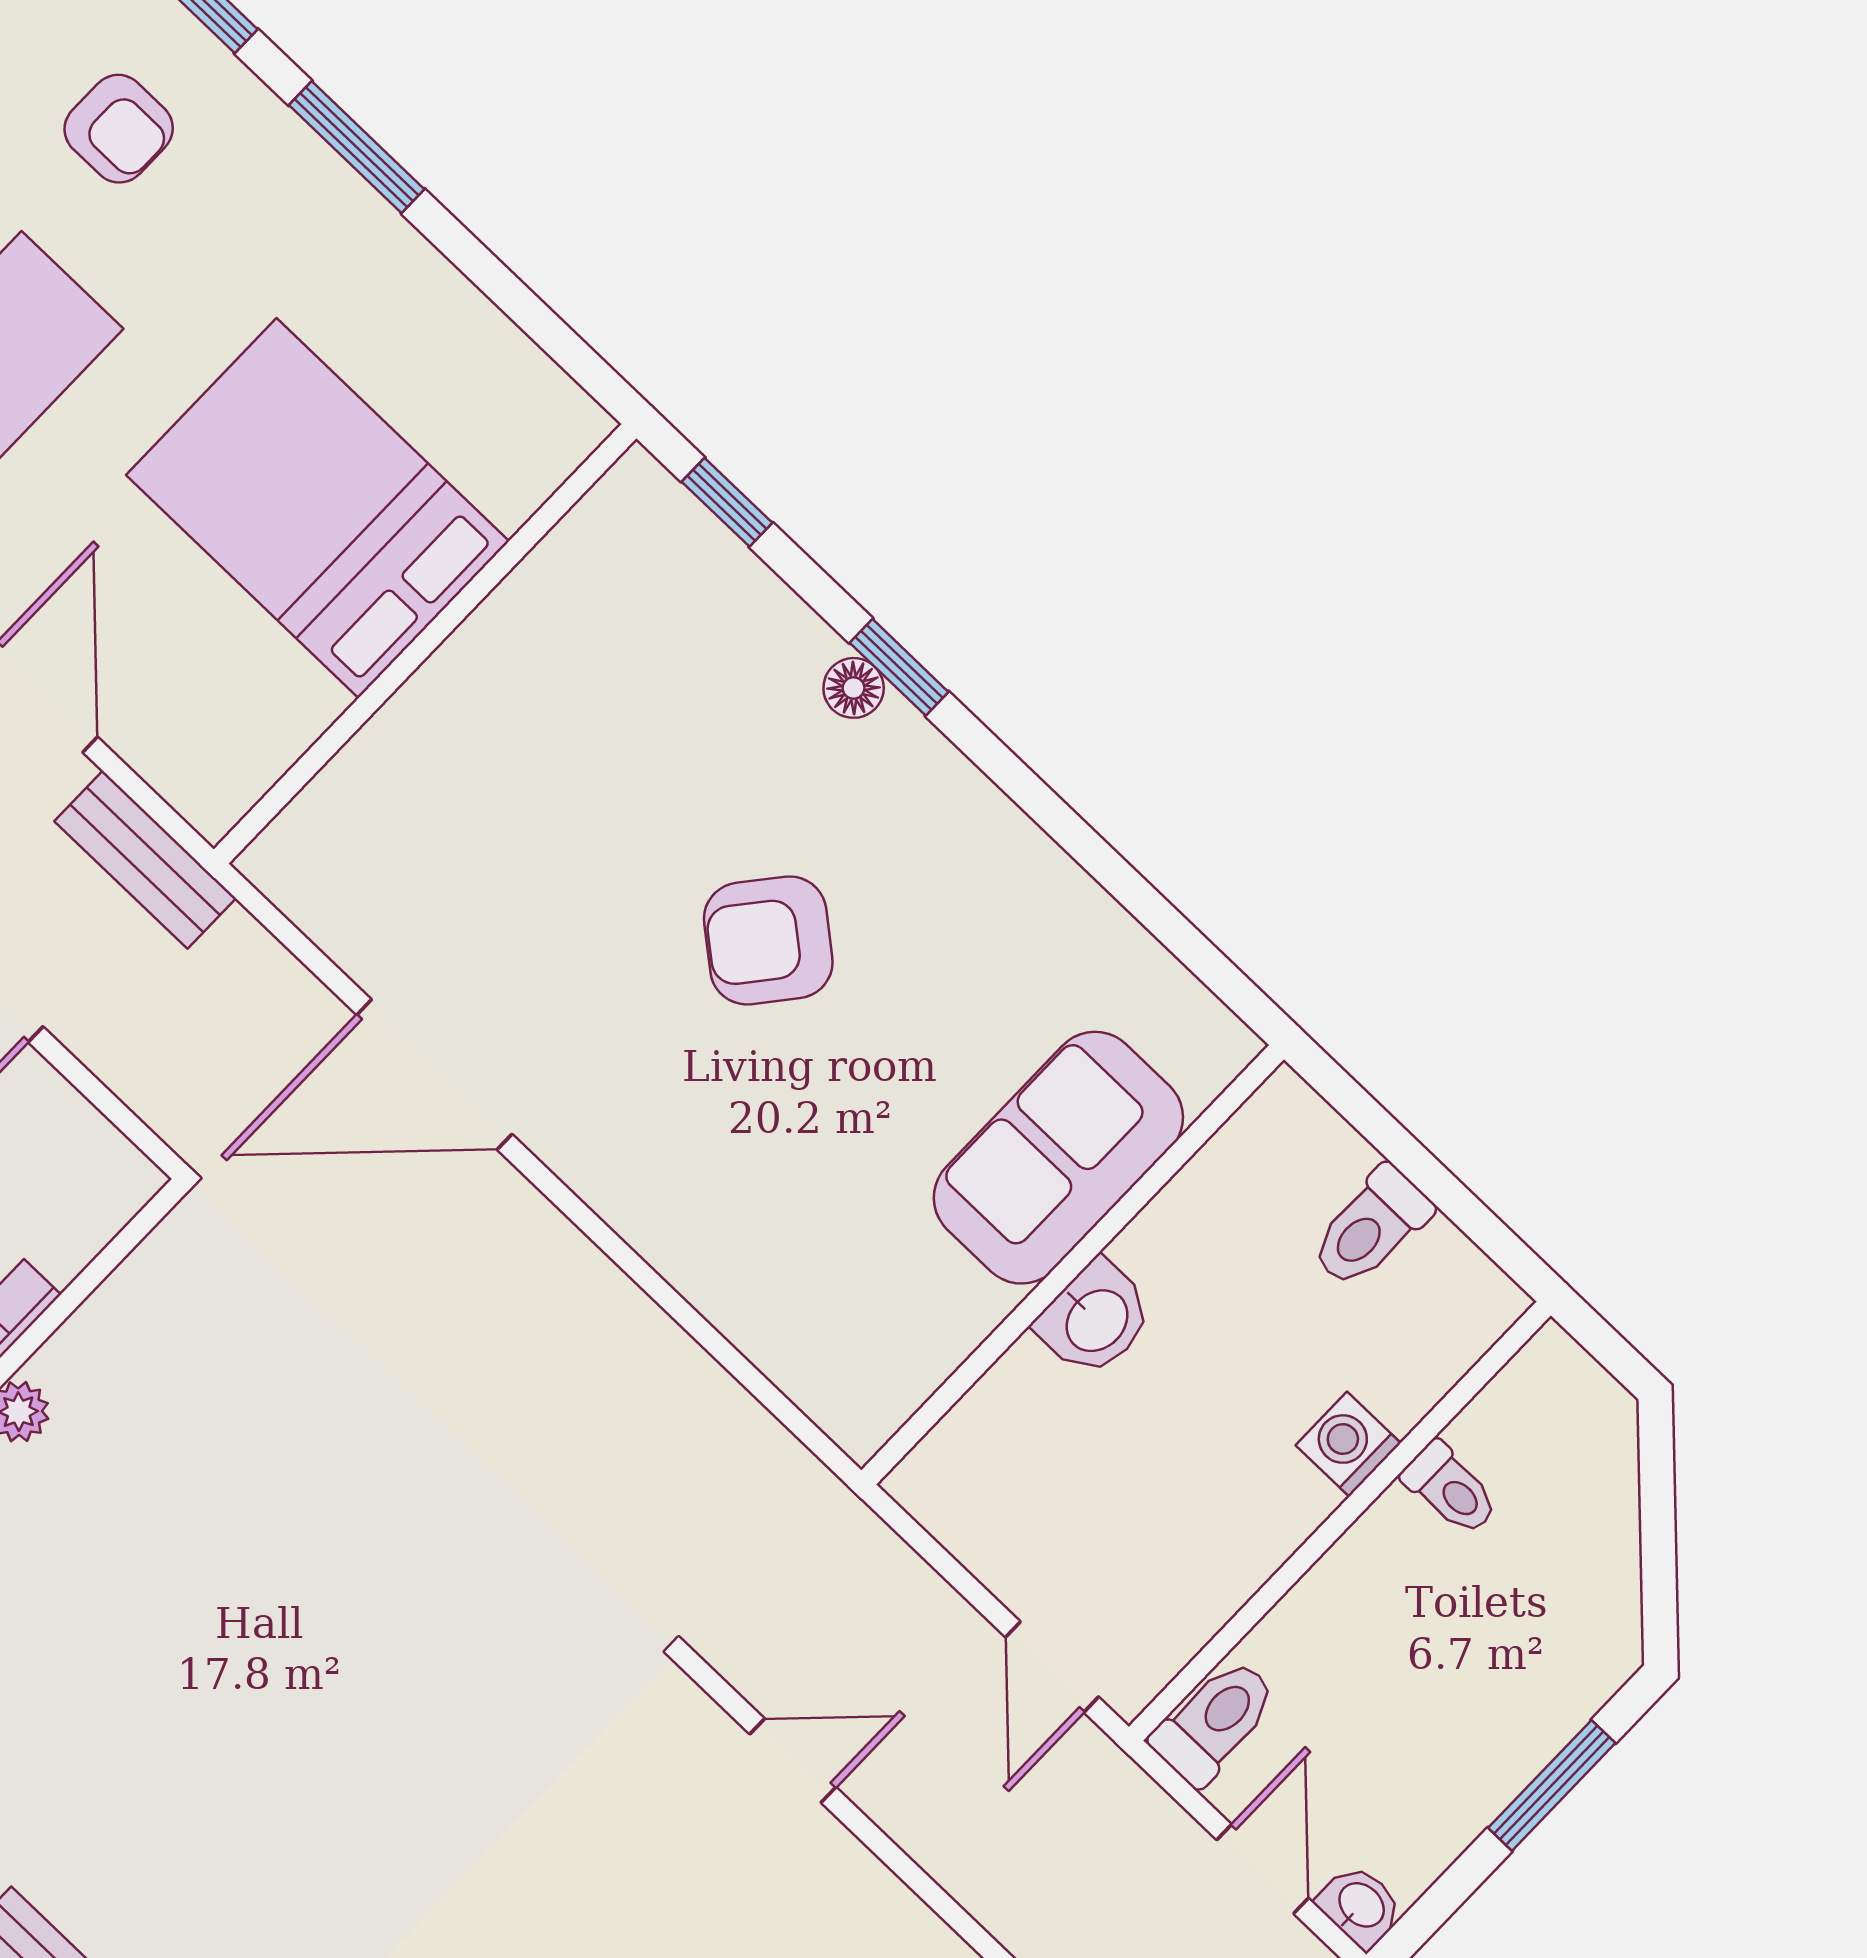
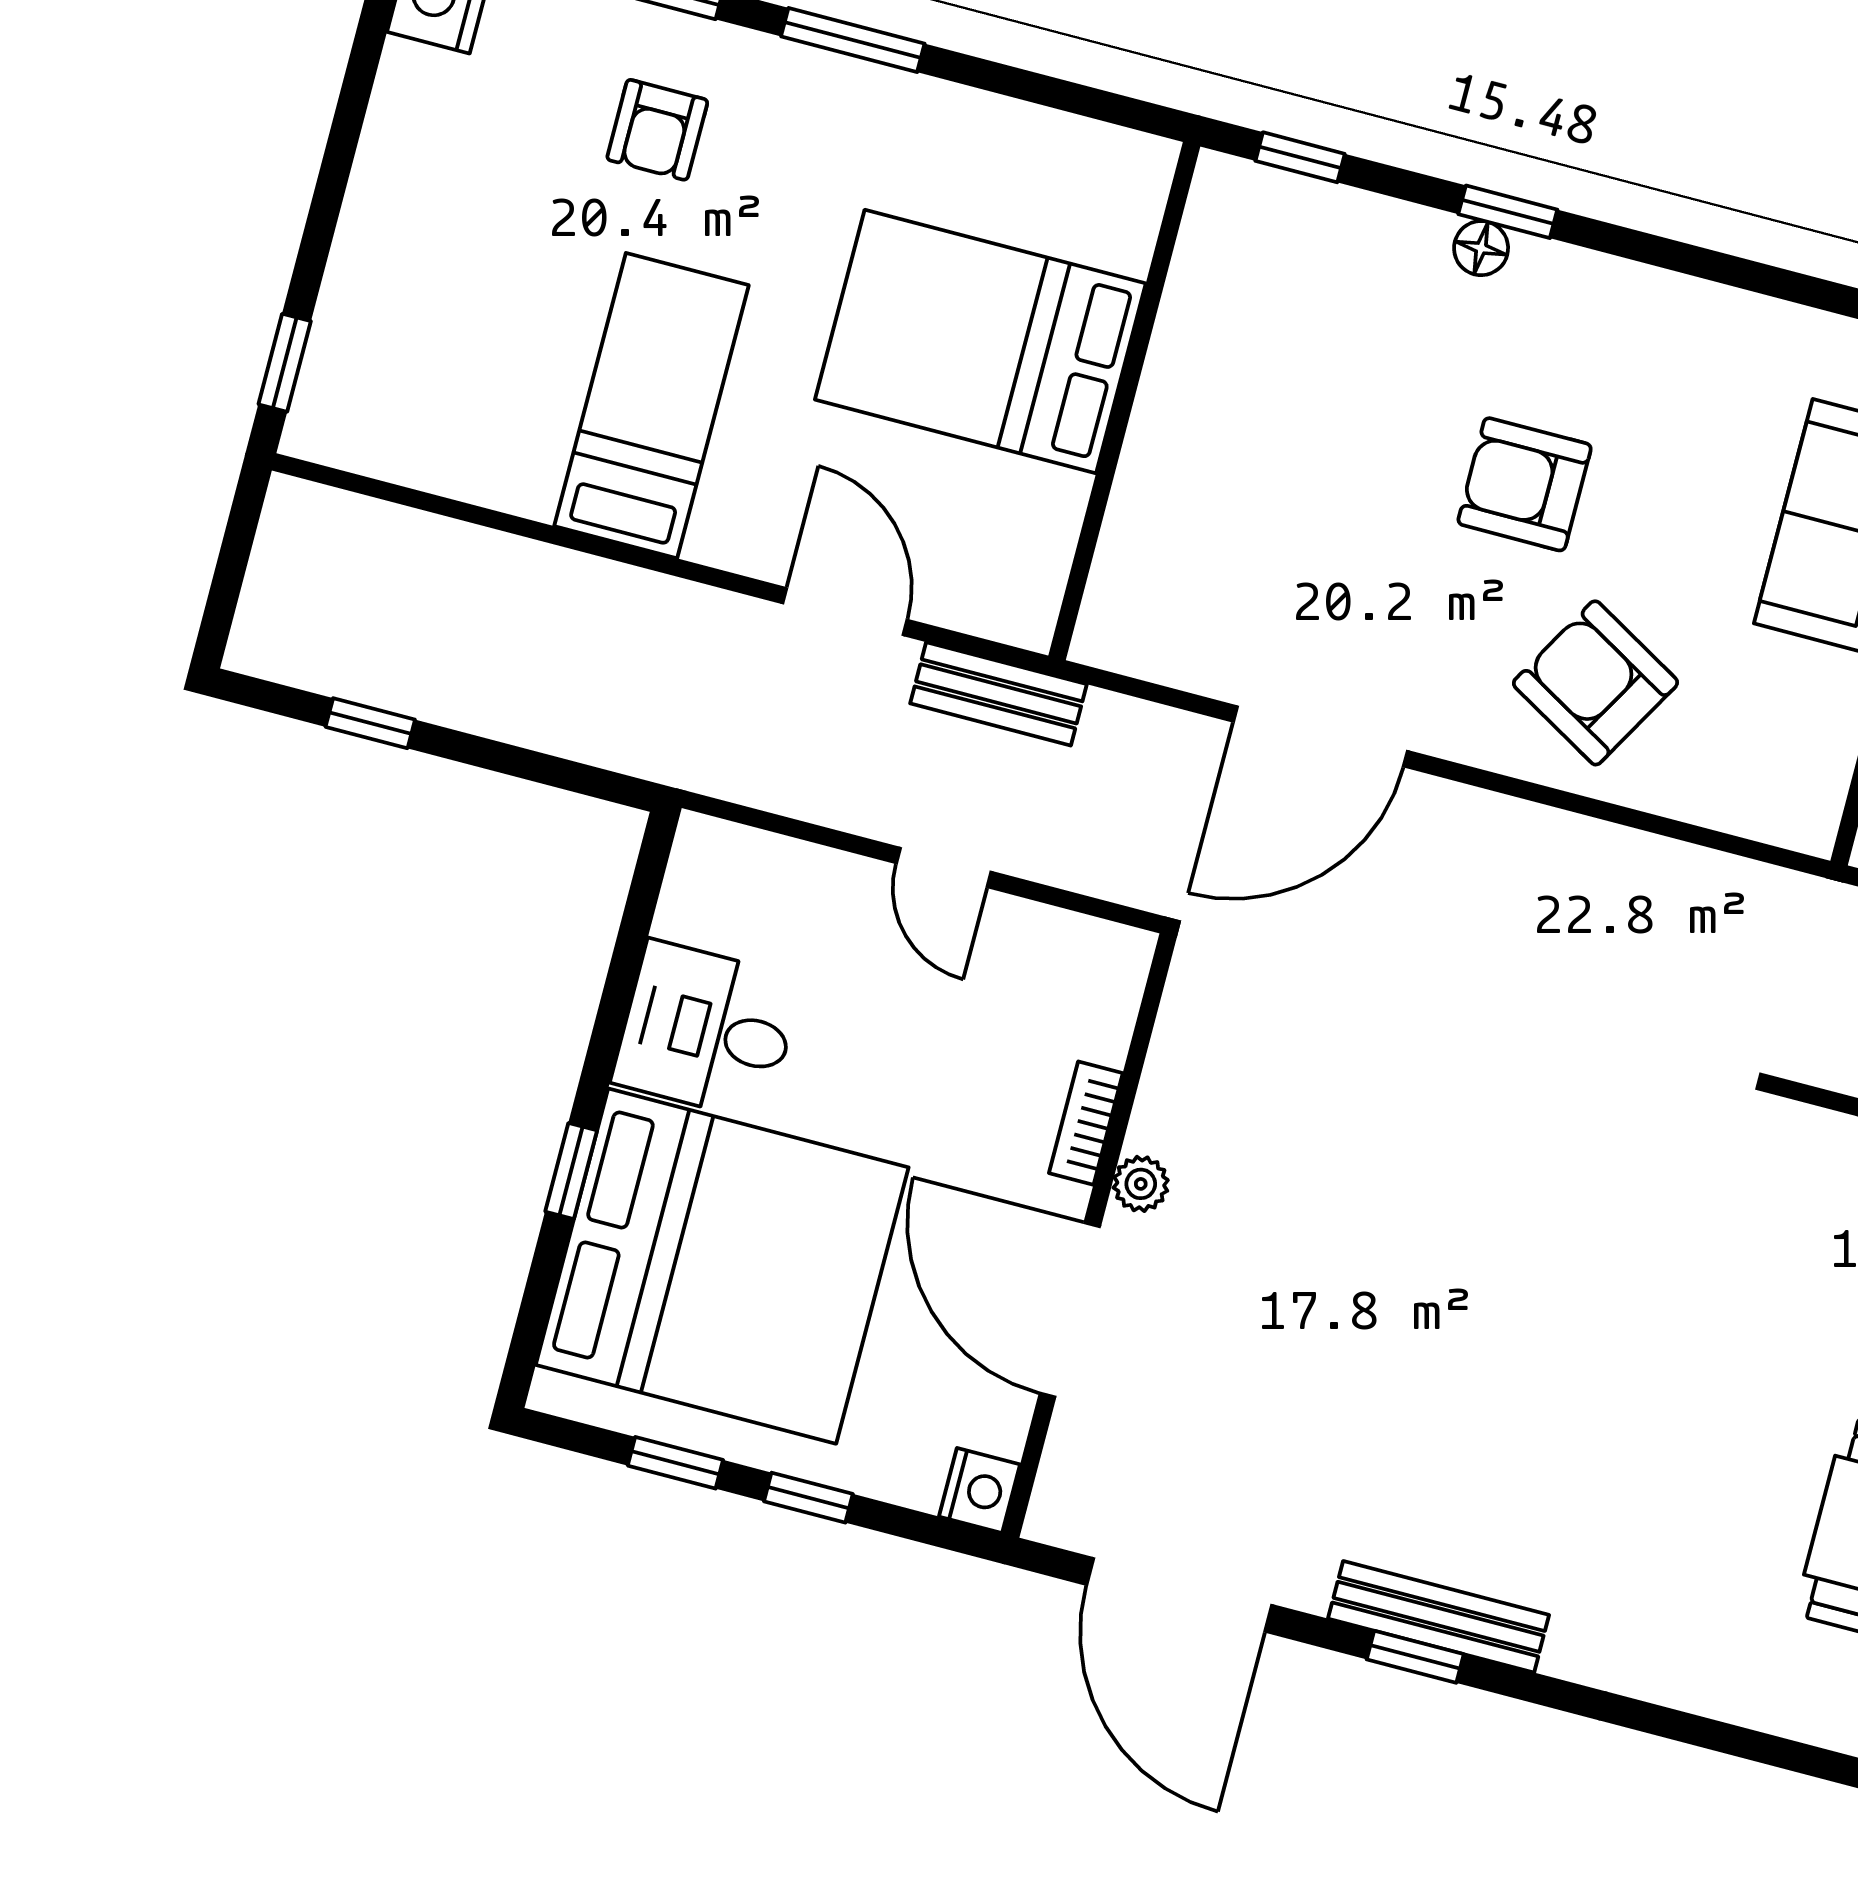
armchair: (119, 129) -> (657, 130), turned 90
armchair: (768, 940) -> (1525, 484), turned 51
armchair: (730, 1171) -> (1595, 683), added

